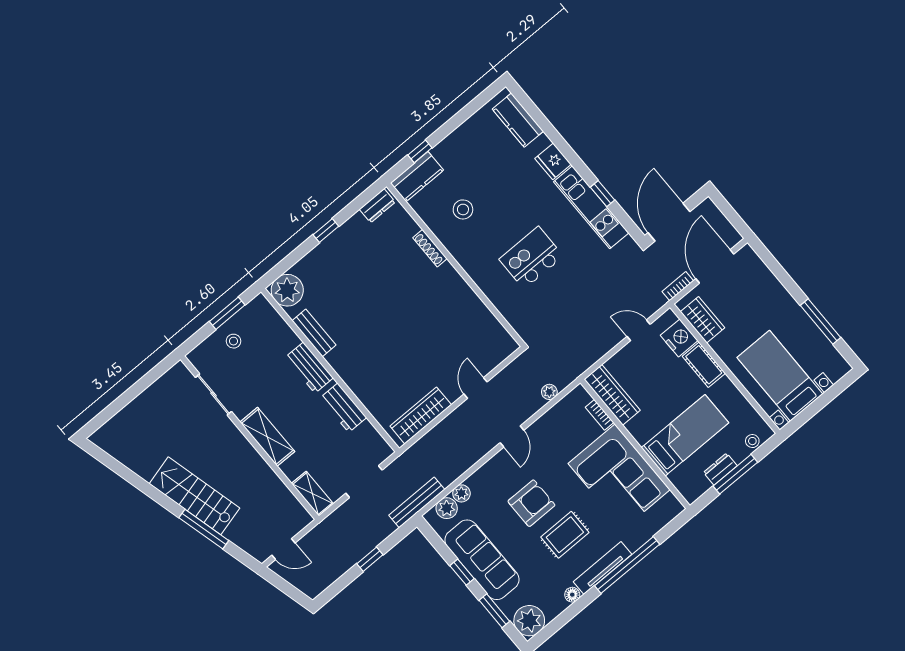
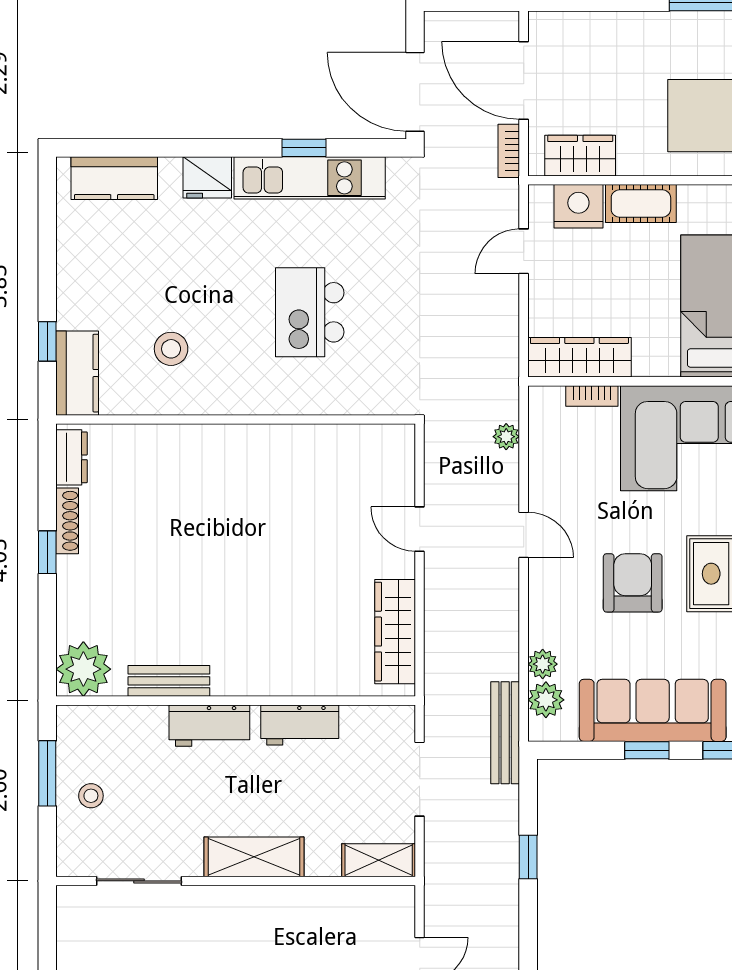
shoe rack: (430, 248) -> (67, 521), moved, turned -90

